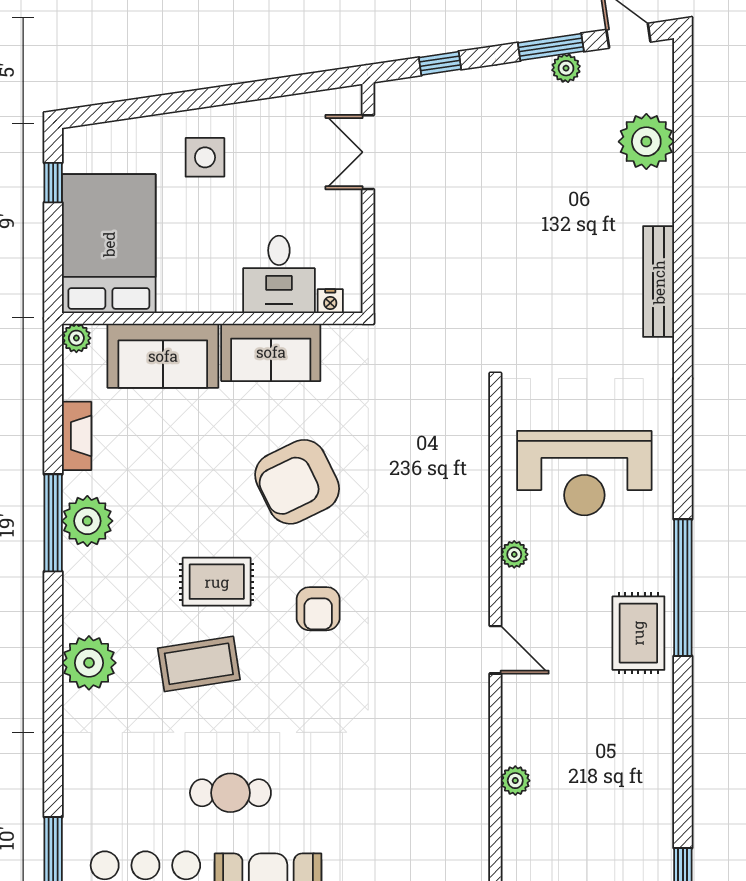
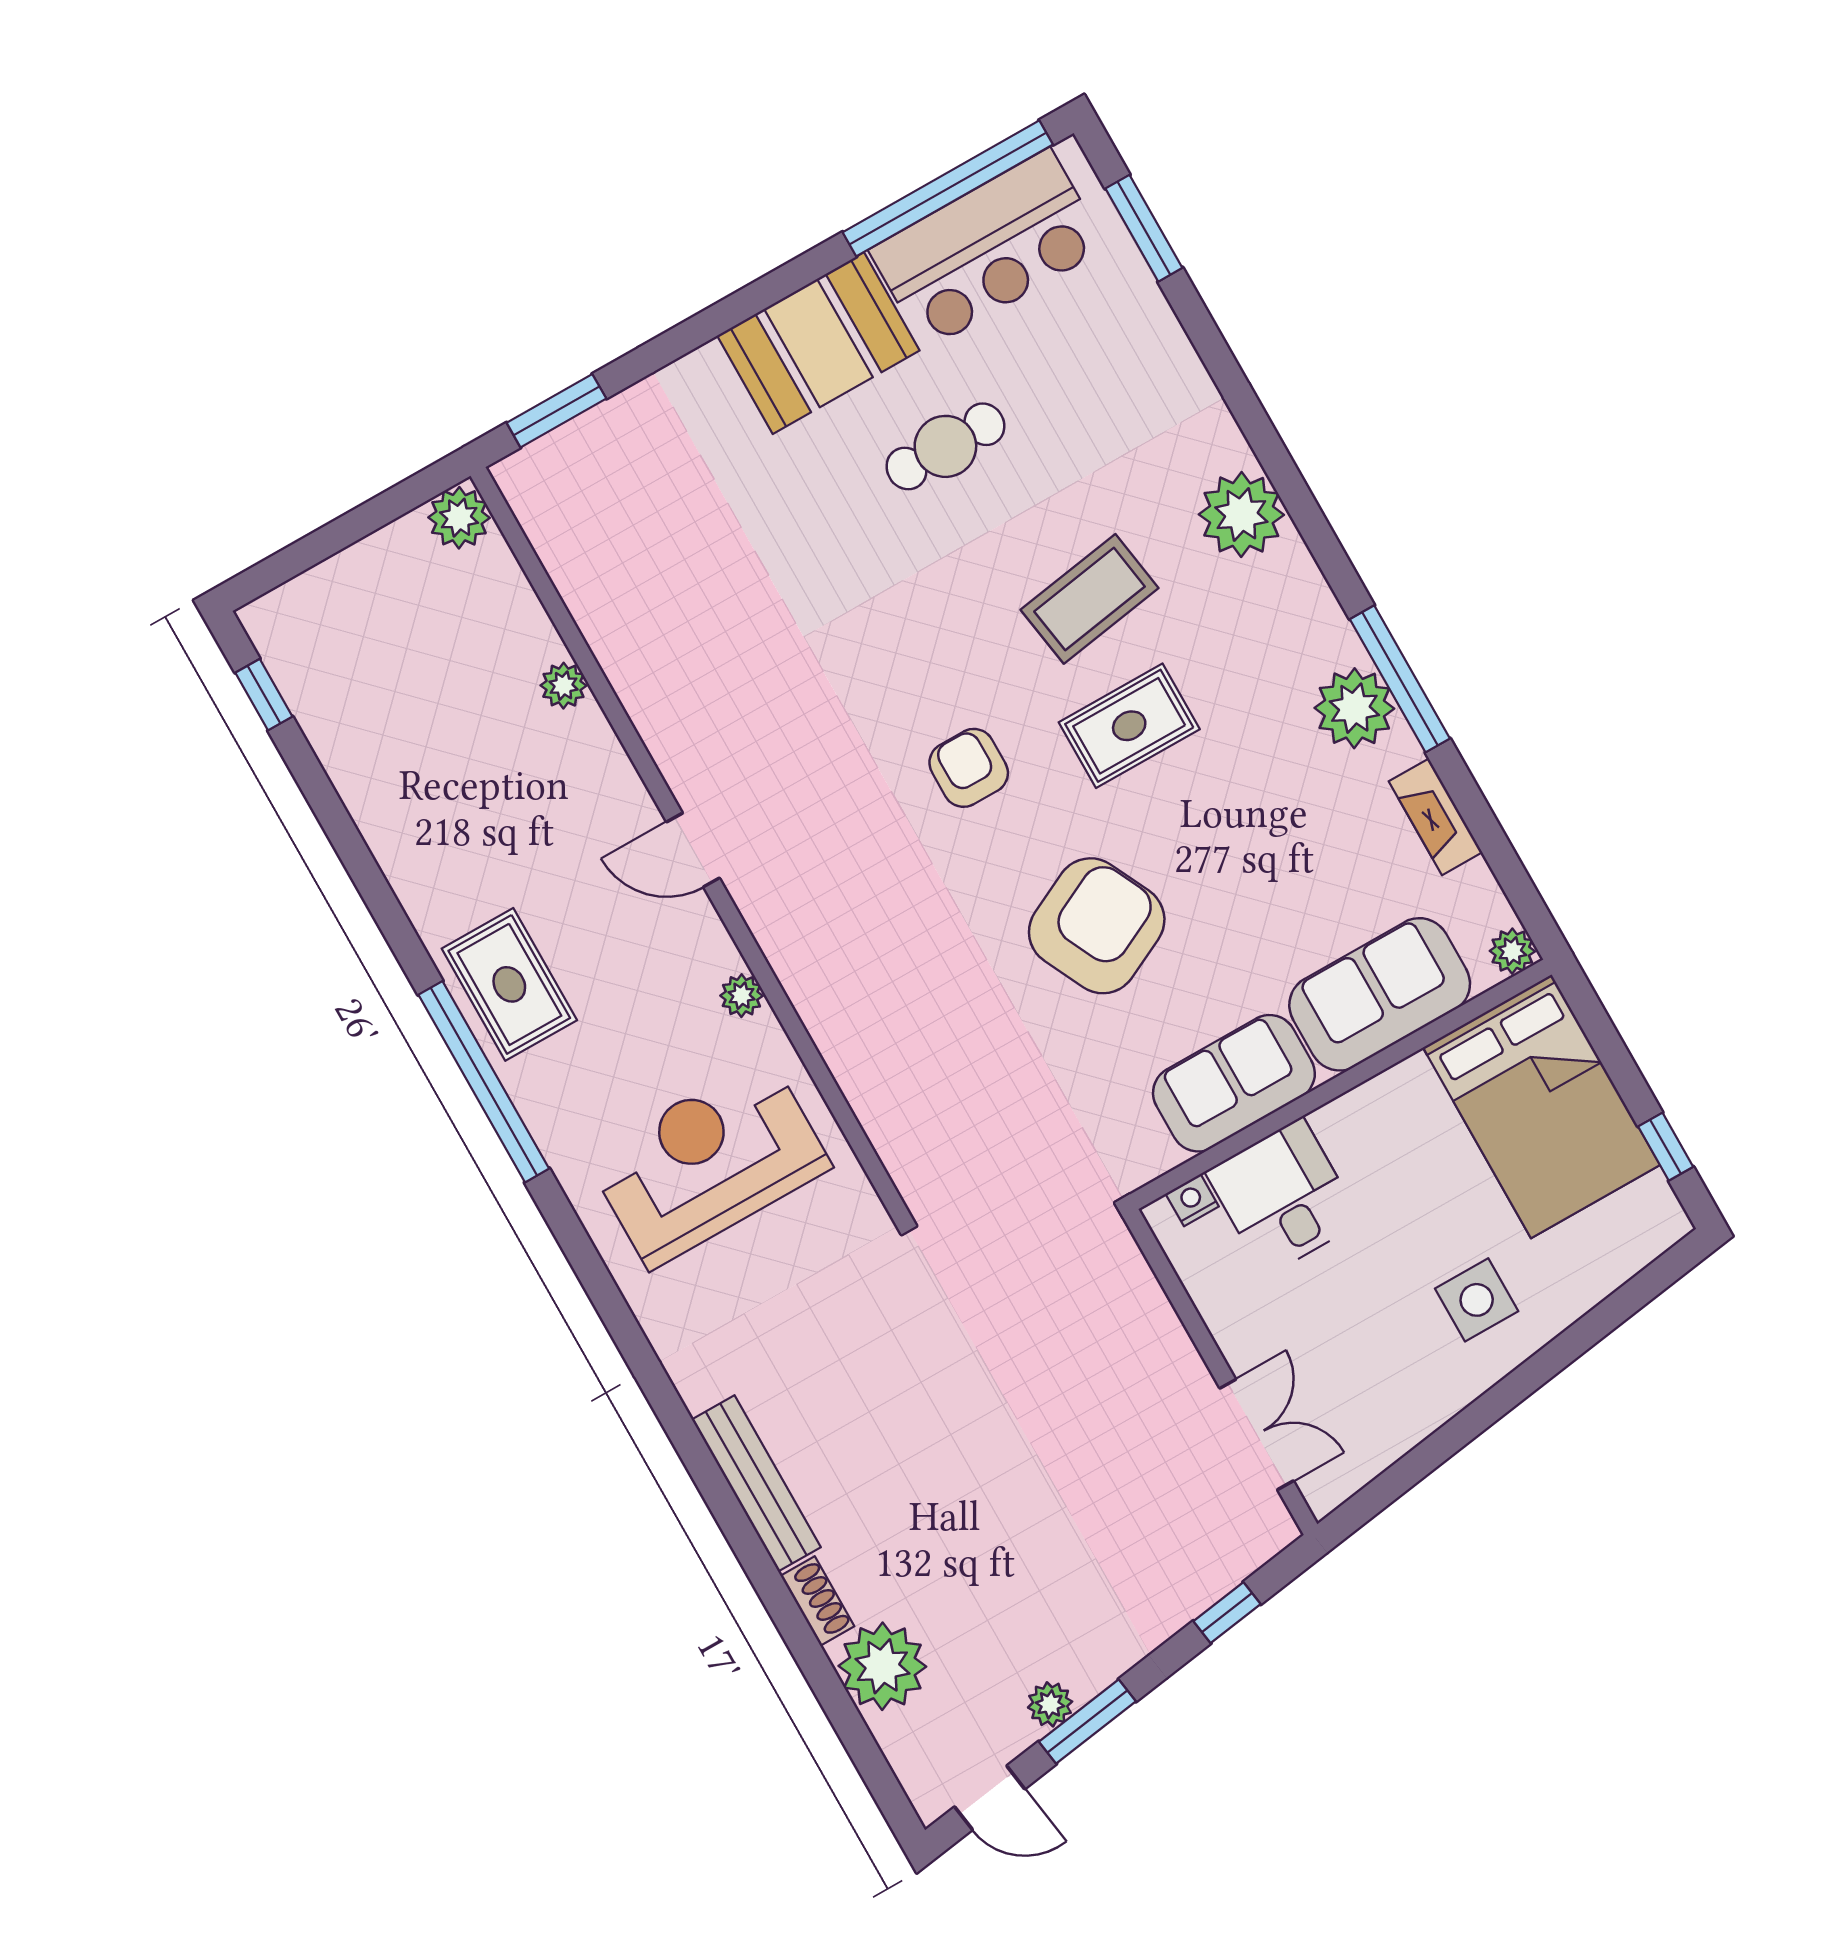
shoe rack: (662, 198) -> (817, 1601), added

